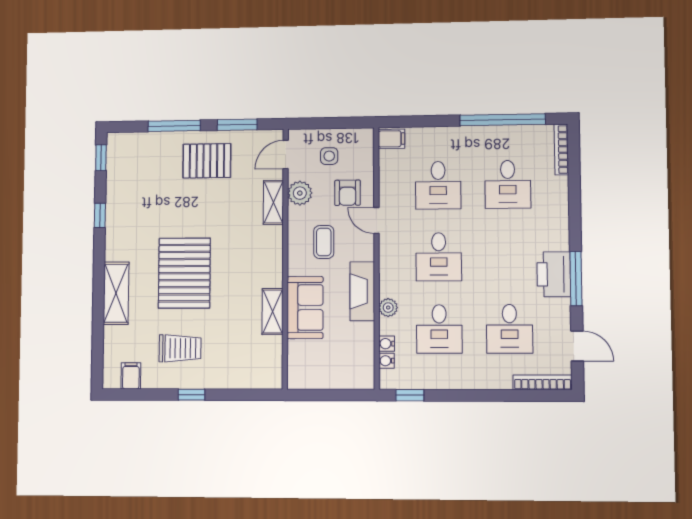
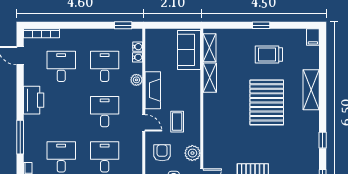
shelving: (273, 202) -> (209, 48), moved
door: (376, 220) -> (144, 123), moved
window: (576, 279) -> (20, 137), moved
sofa: (305, 308) -> (189, 50), moved
filing cabinet: (131, 376) -> (313, 37), moved

